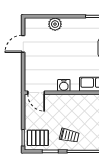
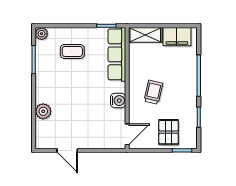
trolley: (69, 136) -> (153, 92), moved
pallet: (38, 138) -> (169, 132), moved

